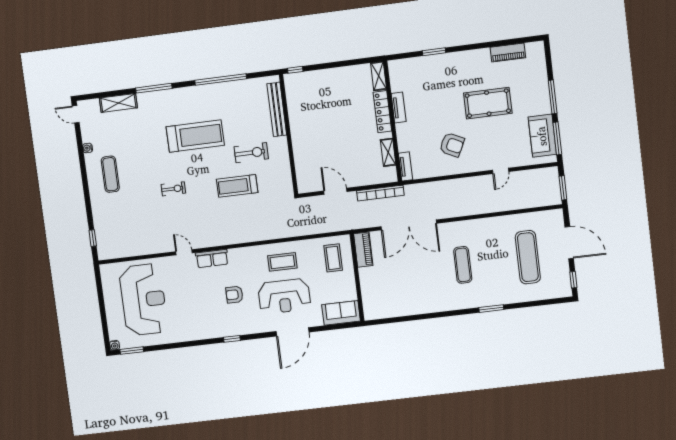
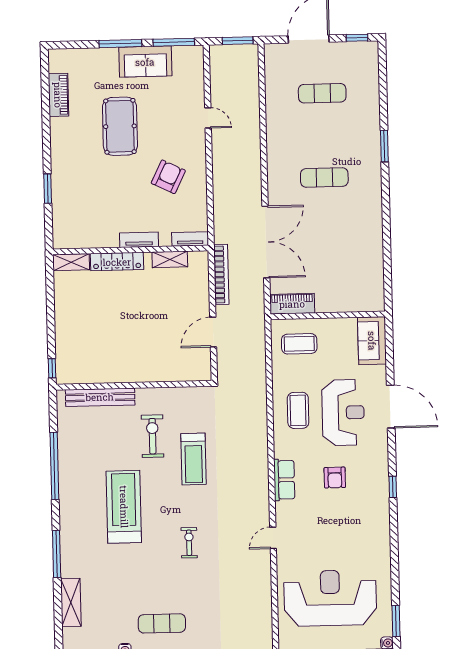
tv unit: (399, 108) -> (139, 240), moved
sofa: (542, 136) -> (145, 62), moved
exercise mat: (528, 257) -> (322, 93), width x0.73, depth x0.69
row of seats: (212, 258) -> (284, 480), moved

